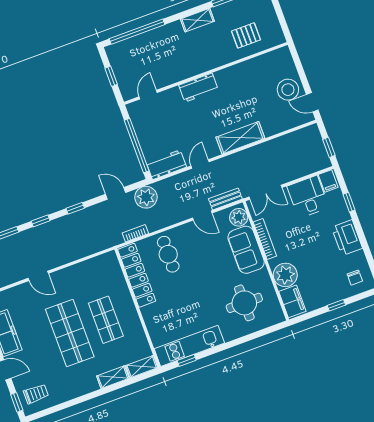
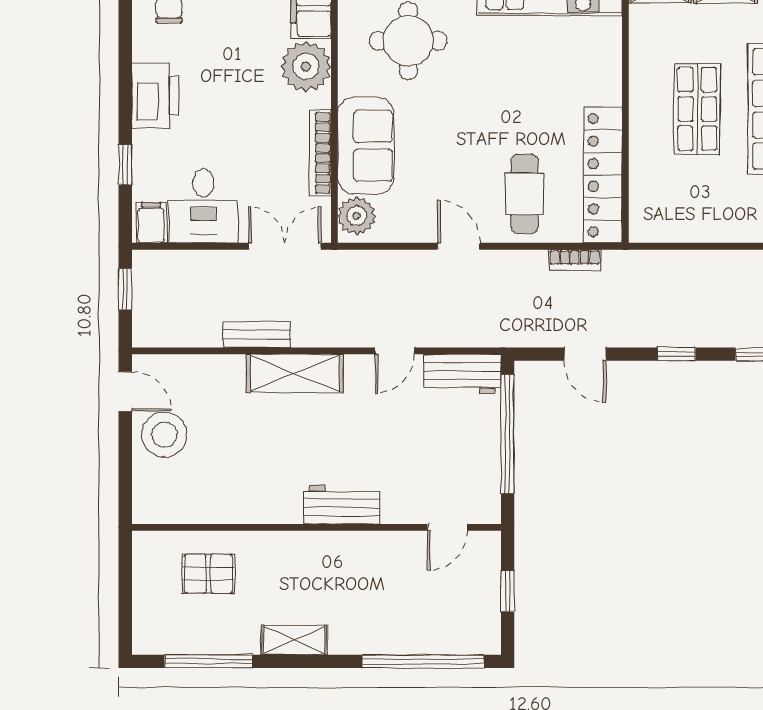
plant: (146, 197) -> (527, 324), removed
bench: (225, 199) -> (257, 335), moved
door: (202, 215) -> (459, 246), moved

